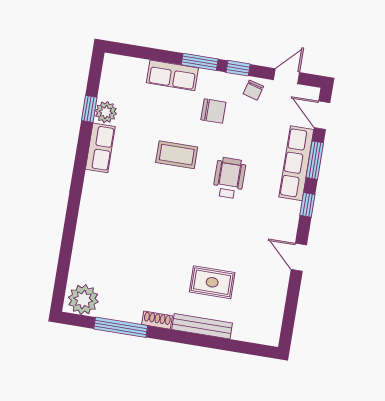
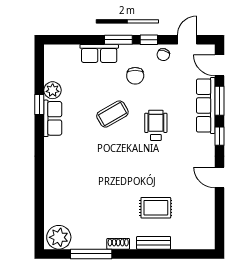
window: (89, 109) -> (39, 104), moved
chair: (213, 111) -> (135, 76), turned 90
coffee table: (177, 155) -> (112, 114), turned -30
bench: (202, 326) -> (154, 243), width x0.73

